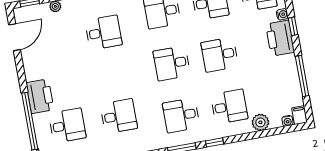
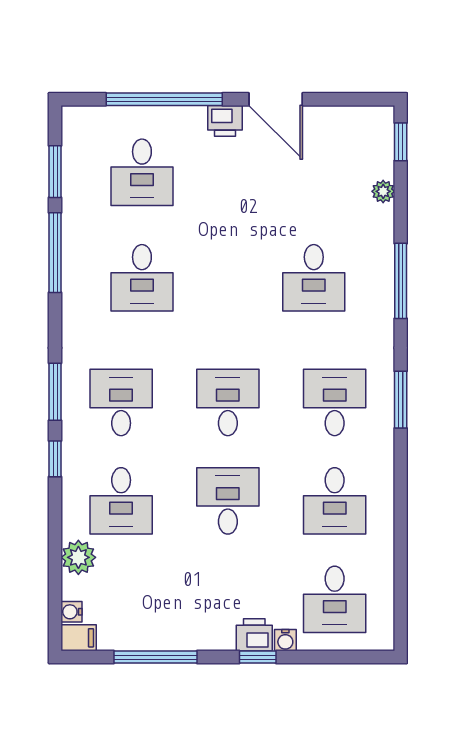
door: (15, 37) -> (276, 99), moved
printer: (280, 38) -> (254, 635), width x0.53, depth x0.68
printer: (40, 96) -> (225, 121), width x0.53, depth x0.68

